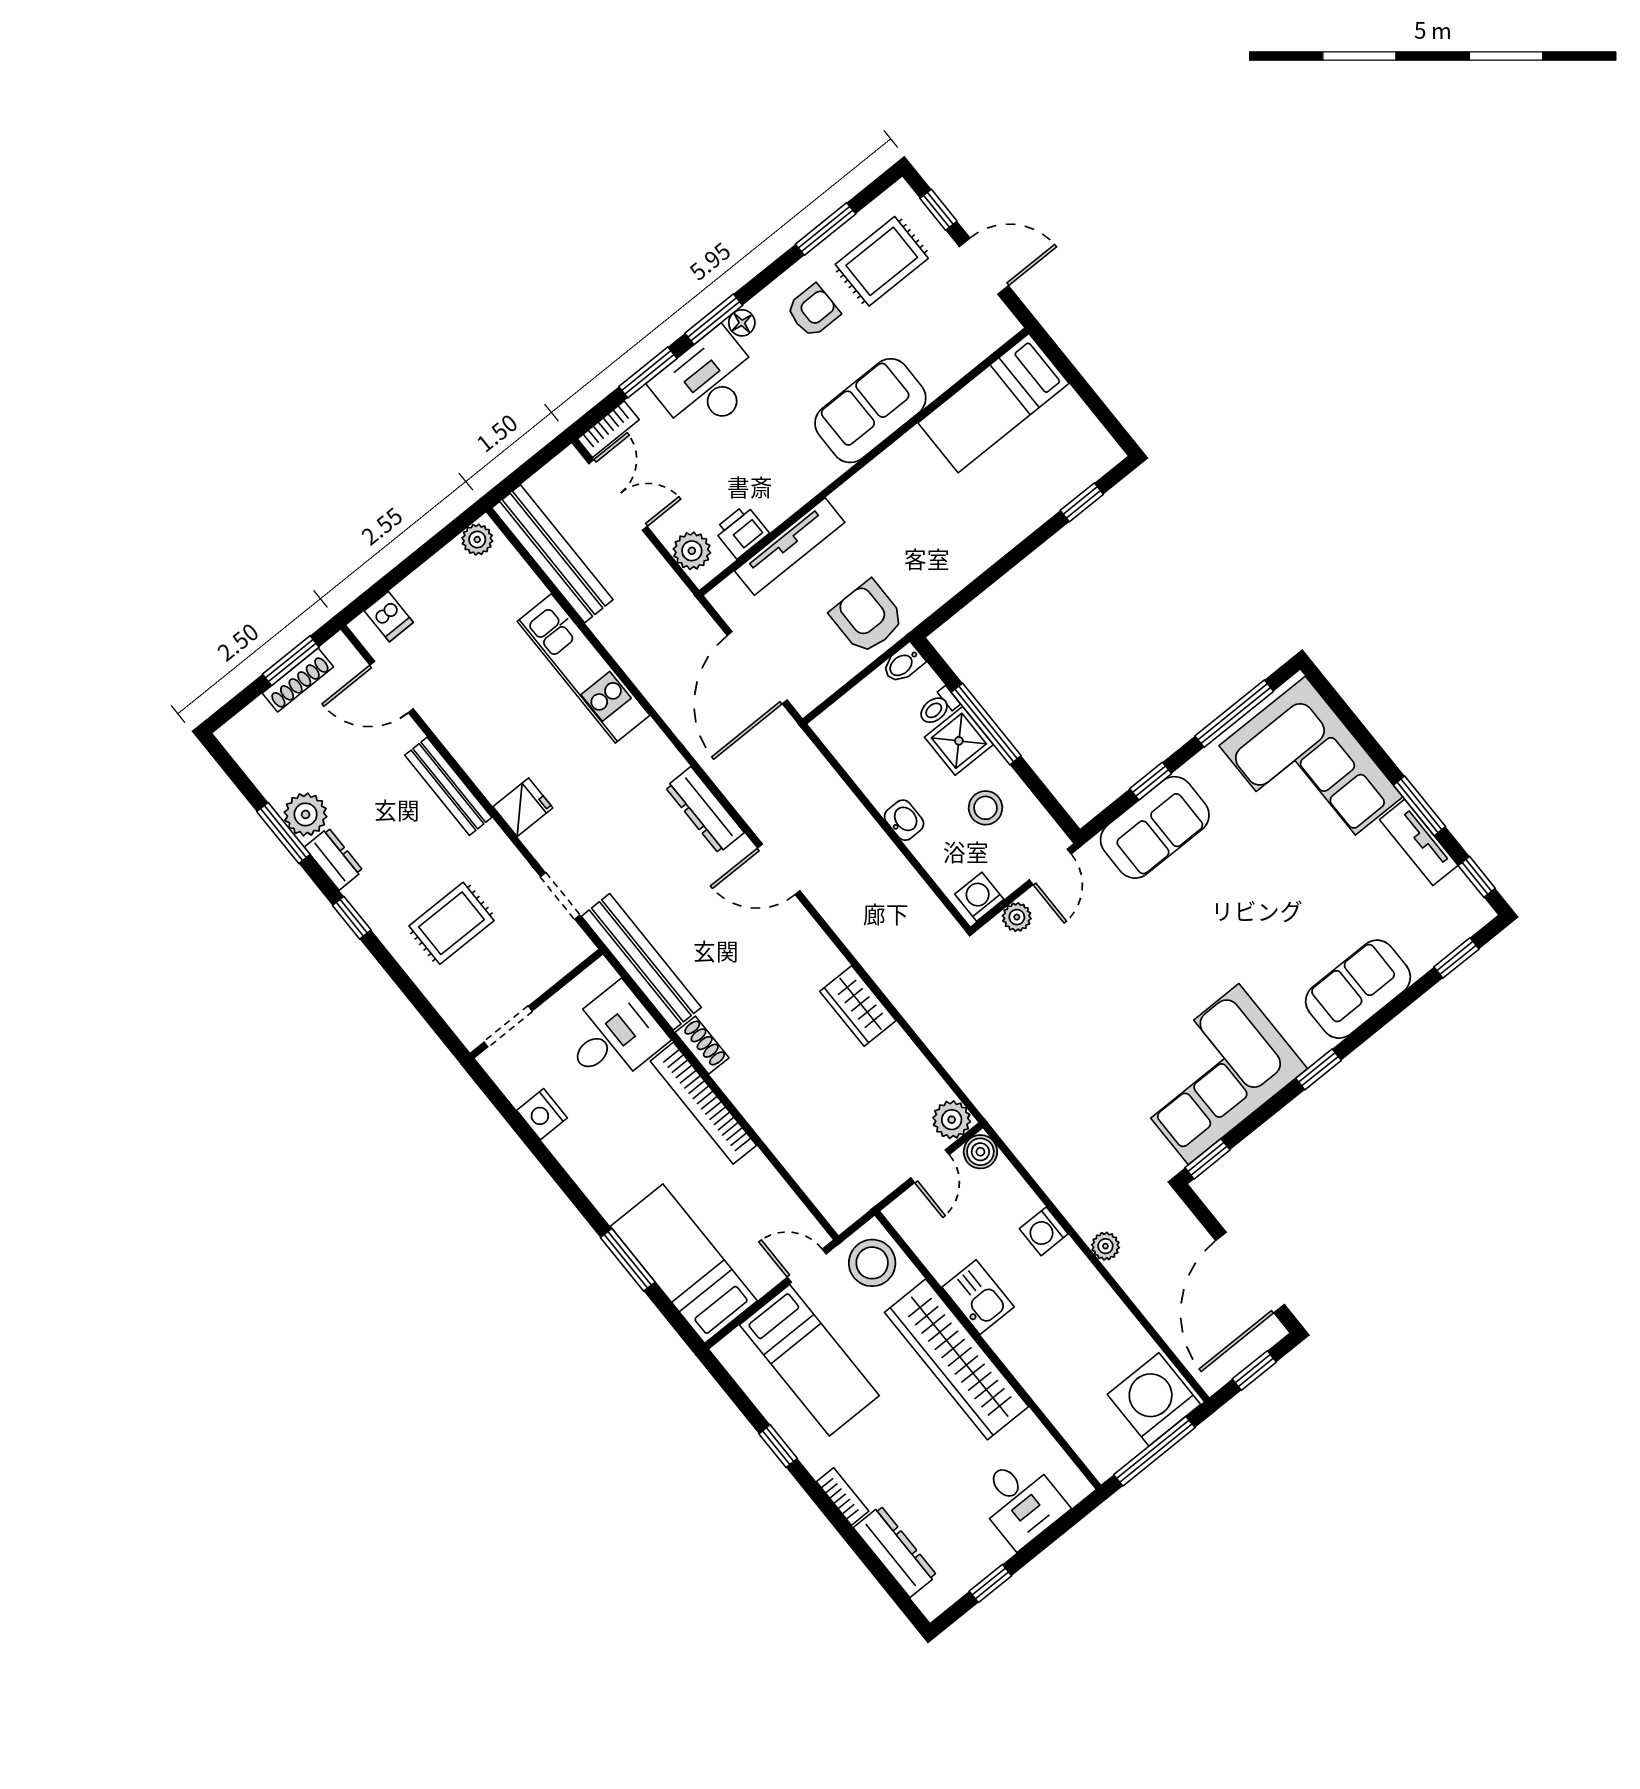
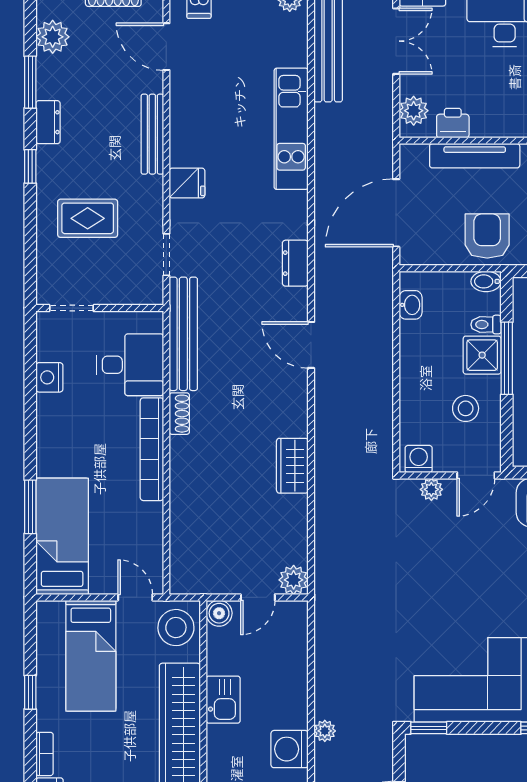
dresser: (705, 810) -> (295, 263), width x0.70
plant: (306, 814) -> (53, 37), moved
washbasin: (904, 820) -> (411, 305), moved
boiler: (980, 1152) -> (219, 613), moved
washing machine: (1044, 1231) -> (290, 749), moved, width x1.38, depth x1.38

